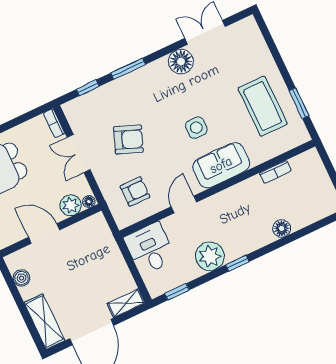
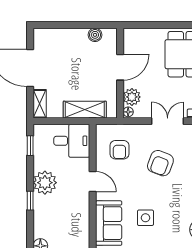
shelving: (44, 322) -> (85, 110), moved

